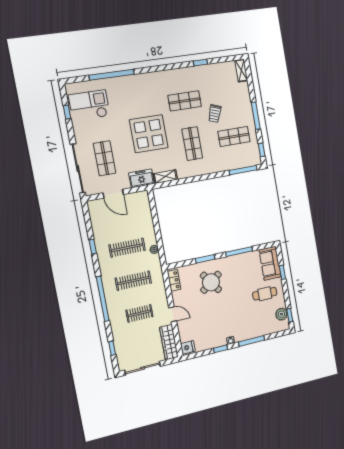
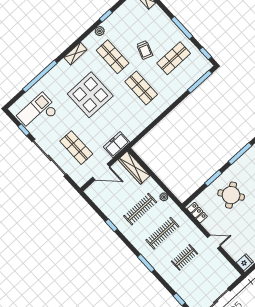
plant: (187, 72) -> (100, 31), added
shop shelf: (185, 101) -> (113, 57), turned 90
display table: (149, 134) -> (90, 95), moved
sliding door: (78, 168) -> (49, 158), moved
shelving: (165, 177) -> (75, 54), moved
window: (103, 299) -> (146, 263), width x0.47
wardrobe: (169, 342) -> (134, 168), moved

